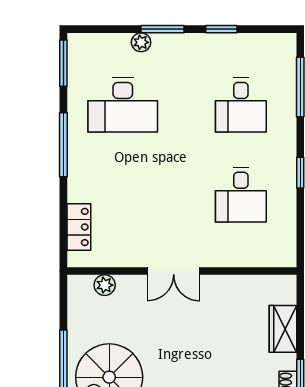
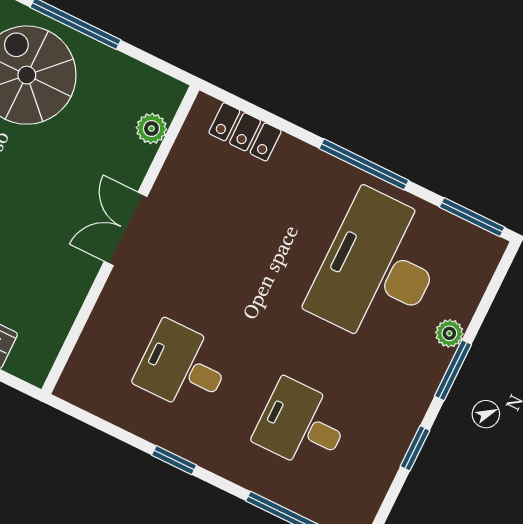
desk: (123, 105) -> (378, 269), width x1.36, depth x1.30

